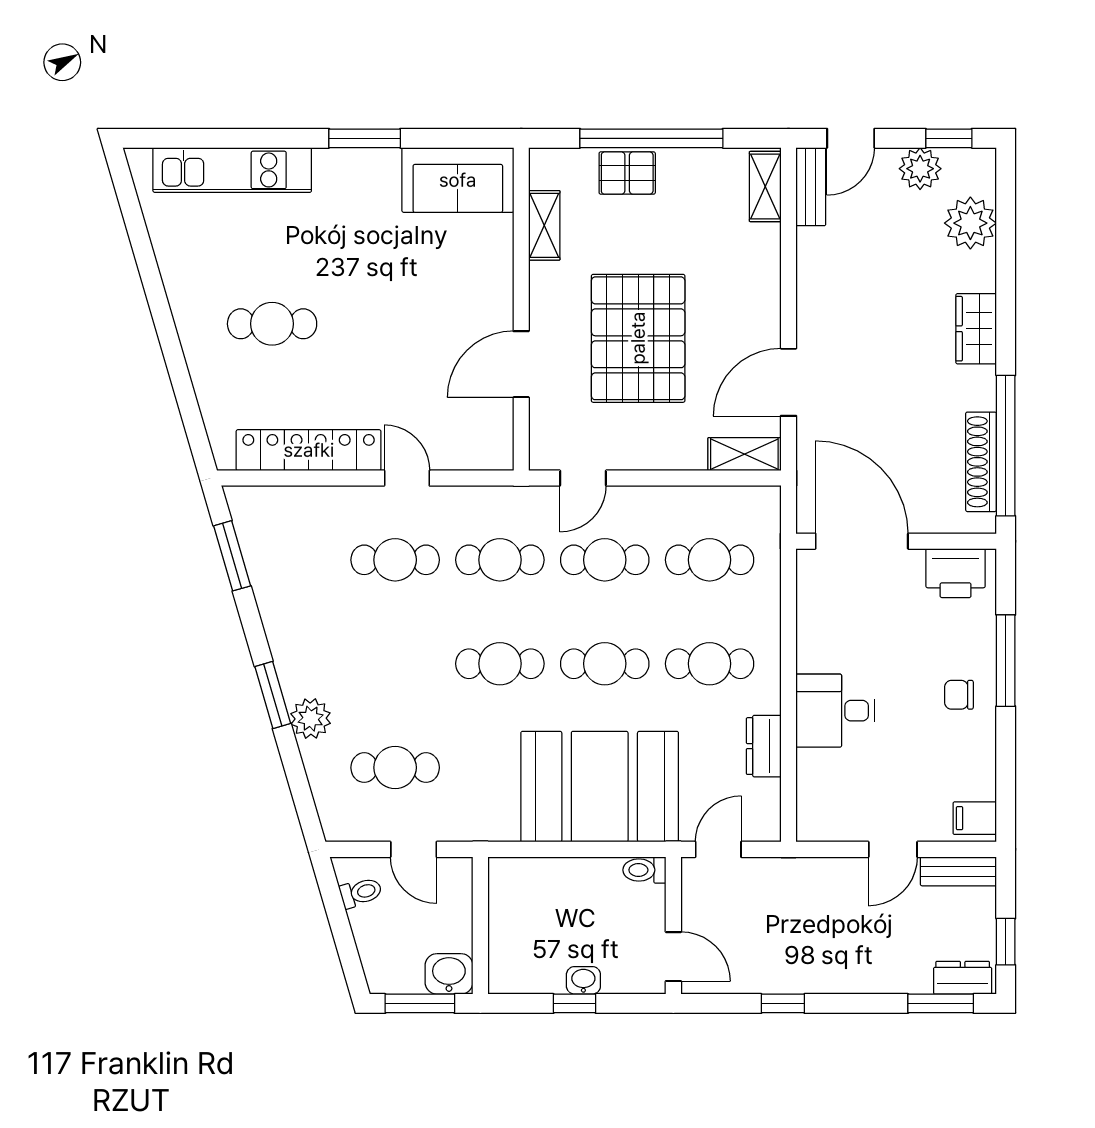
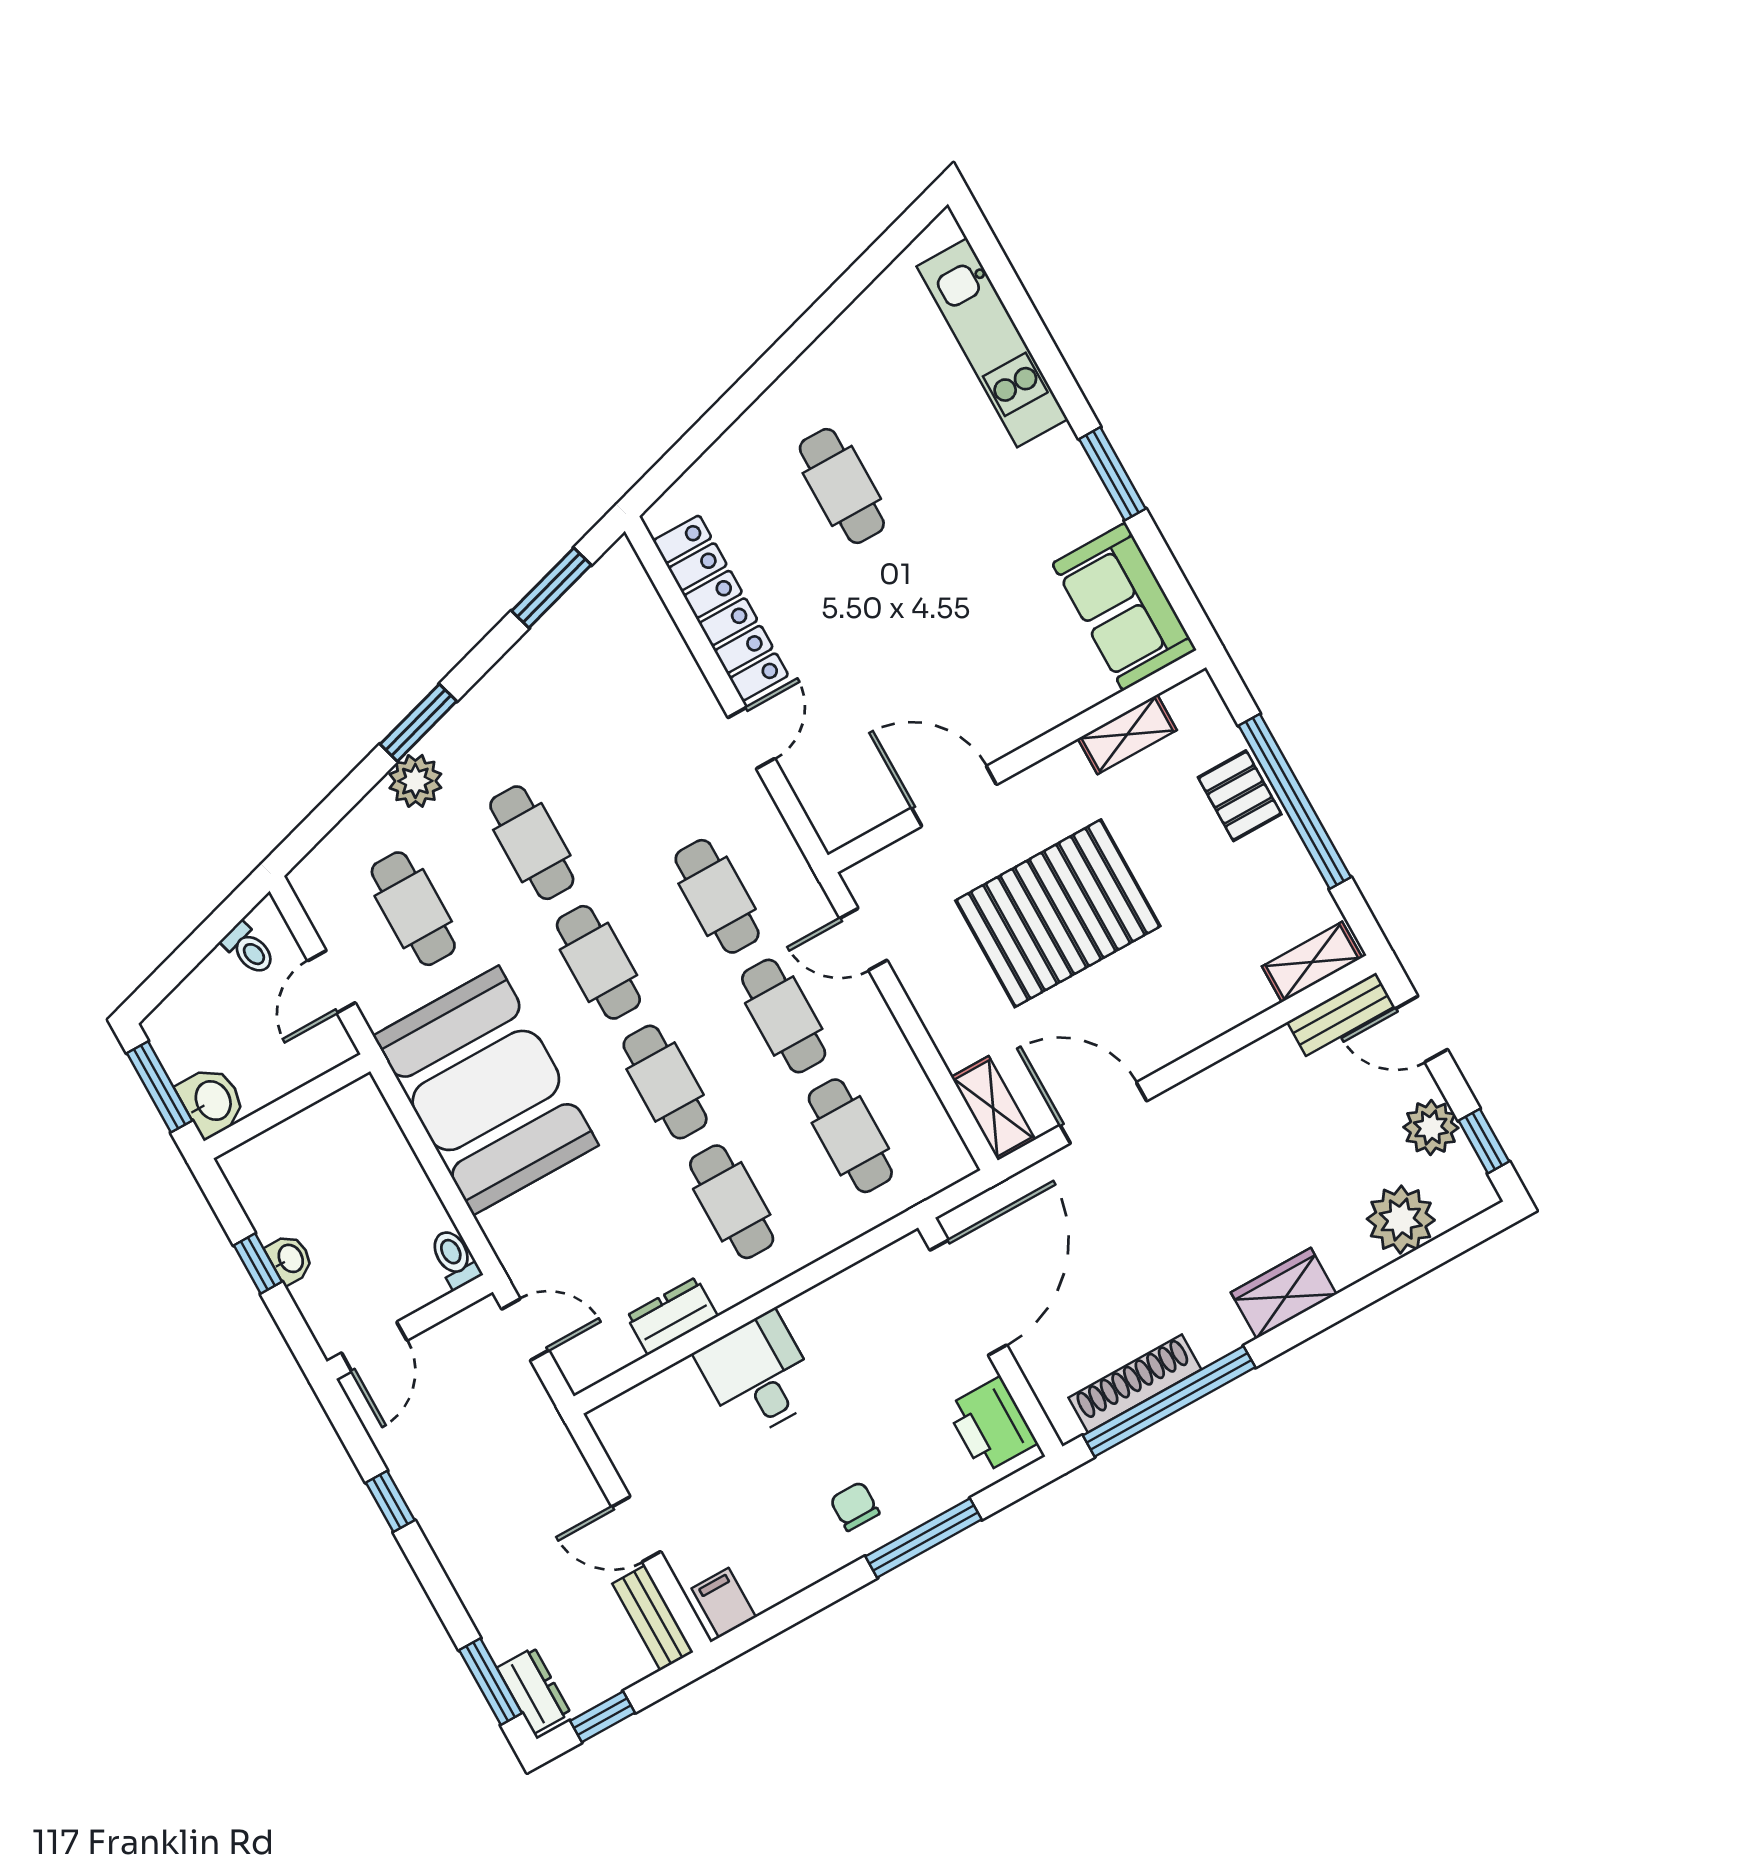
cafe table: (395, 560) -> (532, 843), moved
booth: (600, 787) -> (486, 1090), moved

